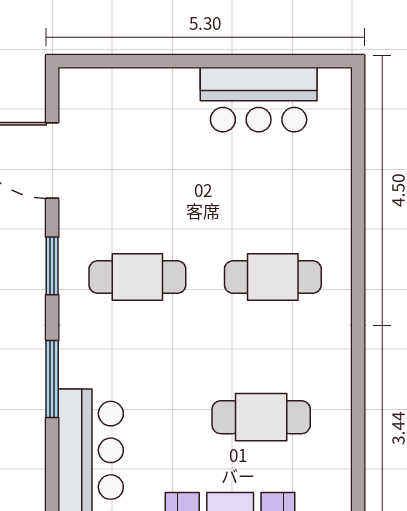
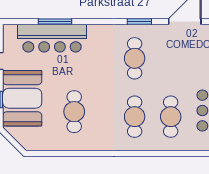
cafe table: (273, 193) -> (171, 117), added
window: (52, 379) -> (55, 22), moved

